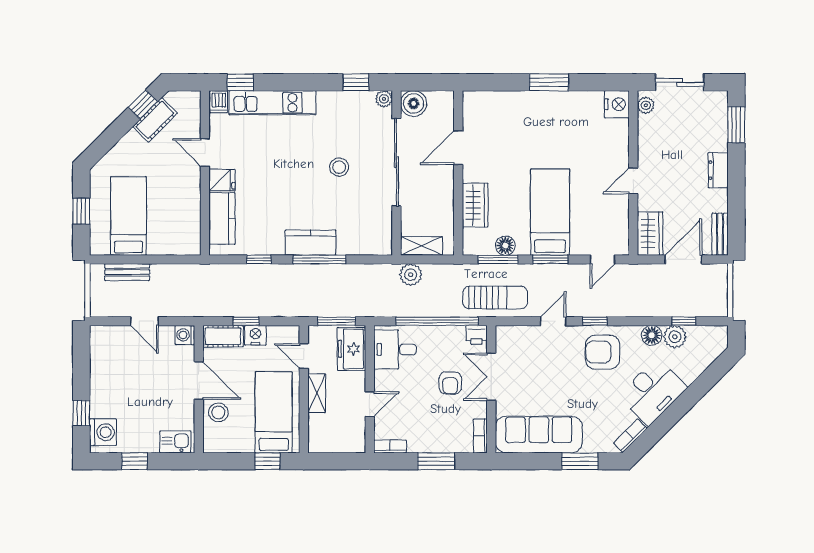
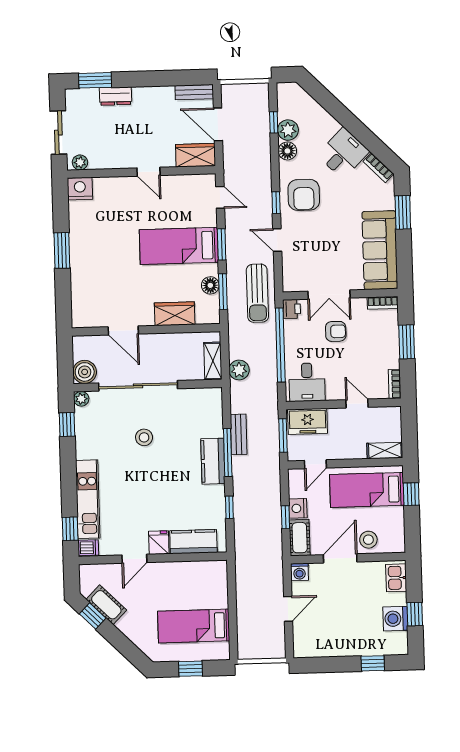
dresser: (718, 170) -> (116, 96), moved
bench: (127, 272) -> (239, 434), moved
sun lounger: (495, 297) -> (257, 293), turned 180
desk: (653, 392) -> (343, 153), width x0.73
shelving: (317, 393) -> (385, 450), moved
washing machine: (103, 432) -> (395, 619), moved, turned -90

